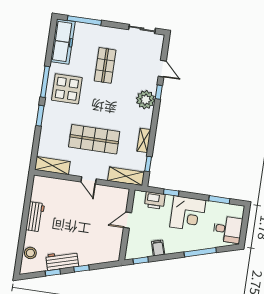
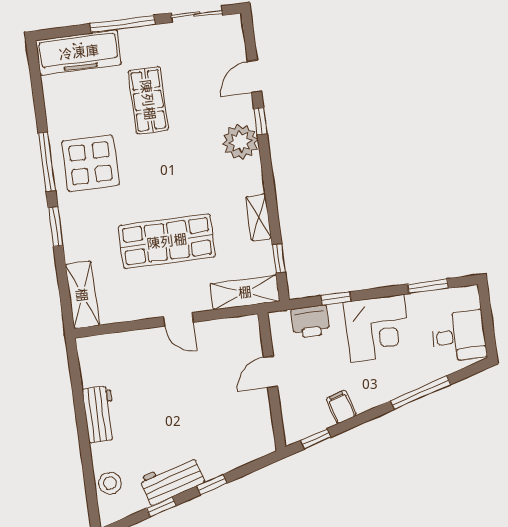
window: (84, 20) -> (123, 24), moved
freezer: (63, 42) -> (79, 52), moved, turned 90
door: (162, 69) -> (254, 76), swing flipped
shelving: (52, 166) -> (82, 295), moved, turned 90

